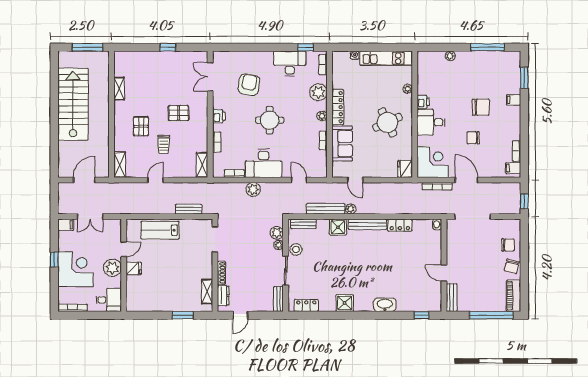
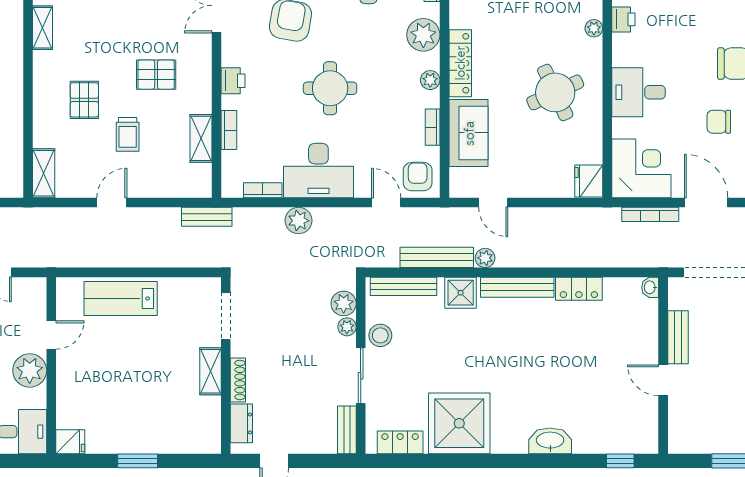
printer: (423, 102) -> (623, 19), moved
shelving: (202, 165) -> (201, 138), moved
armchair: (315, 166) -> (418, 177), added
bench: (189, 209) -> (207, 217), moved
bench: (303, 224) -> (403, 286), width x1.36
fridge: (134, 268) -> (70, 442), moved
shelving: (207, 292) -> (210, 371), moved
bench: (452, 298) -> (678, 337), moved
shower: (345, 303) -> (459, 423), width x1.86, depth x1.86
window: (183, 315) -> (138, 461), moved

